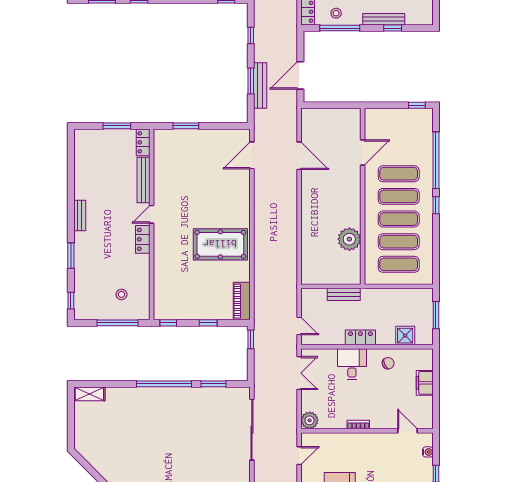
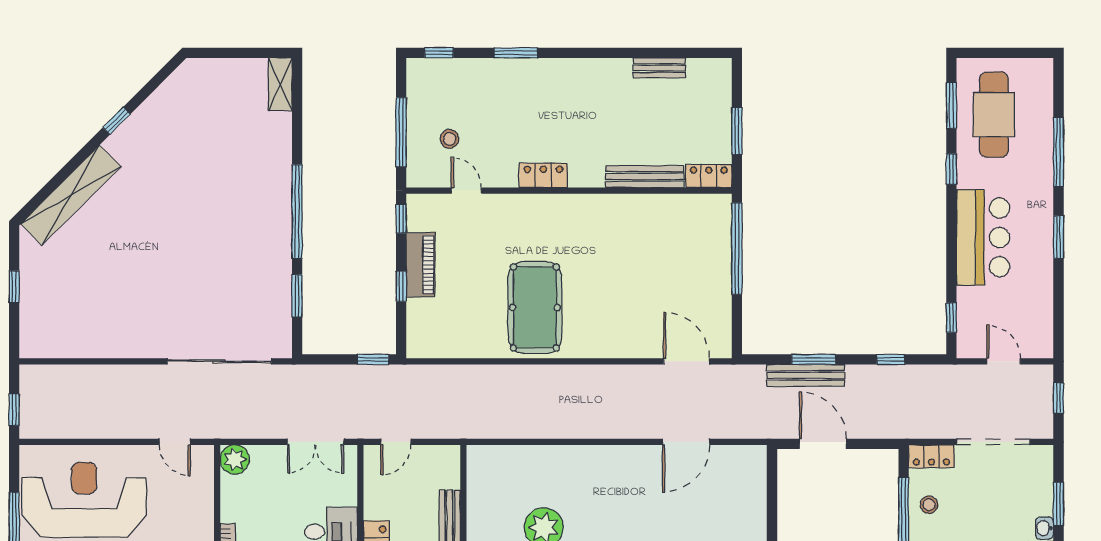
window: (186, 126) -> (737, 249), width x2.11
door: (152, 214) -> (466, 191), moved
bench: (80, 215) -> (659, 68), moved
piano: (242, 301) -> (421, 265), moved, turned 90

